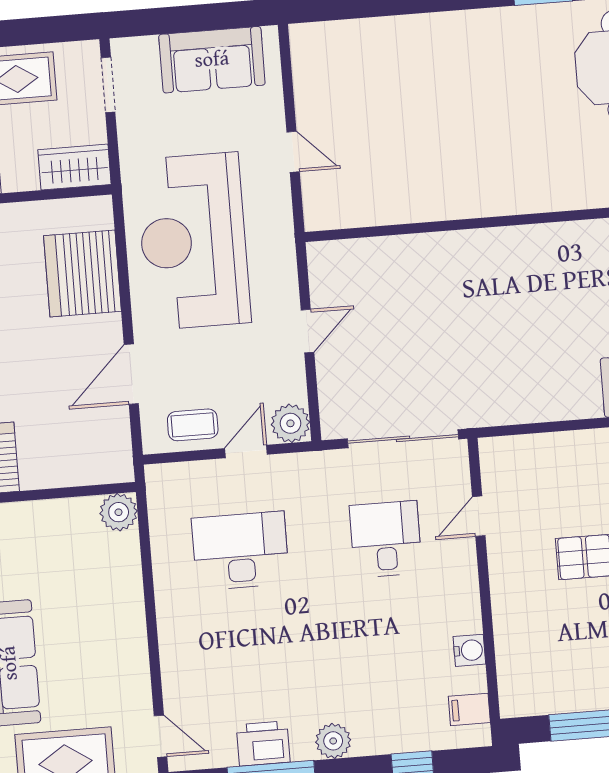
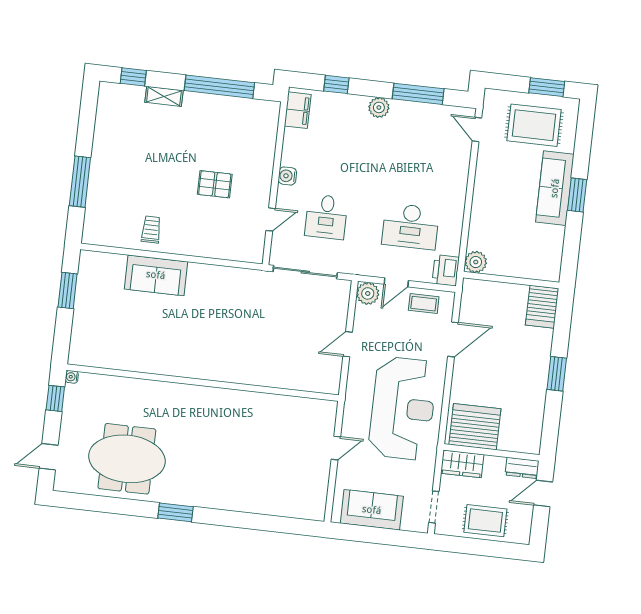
door: (293, 152) -> (336, 448), swing flipped
server rack: (82, 273) -> (475, 427), moved, turned -90
water cooler: (469, 650) -> (287, 176), moved
filing cabinet: (469, 709) -> (298, 110), width x2.00
printer: (263, 743) -> (446, 270), moved, turned 90

